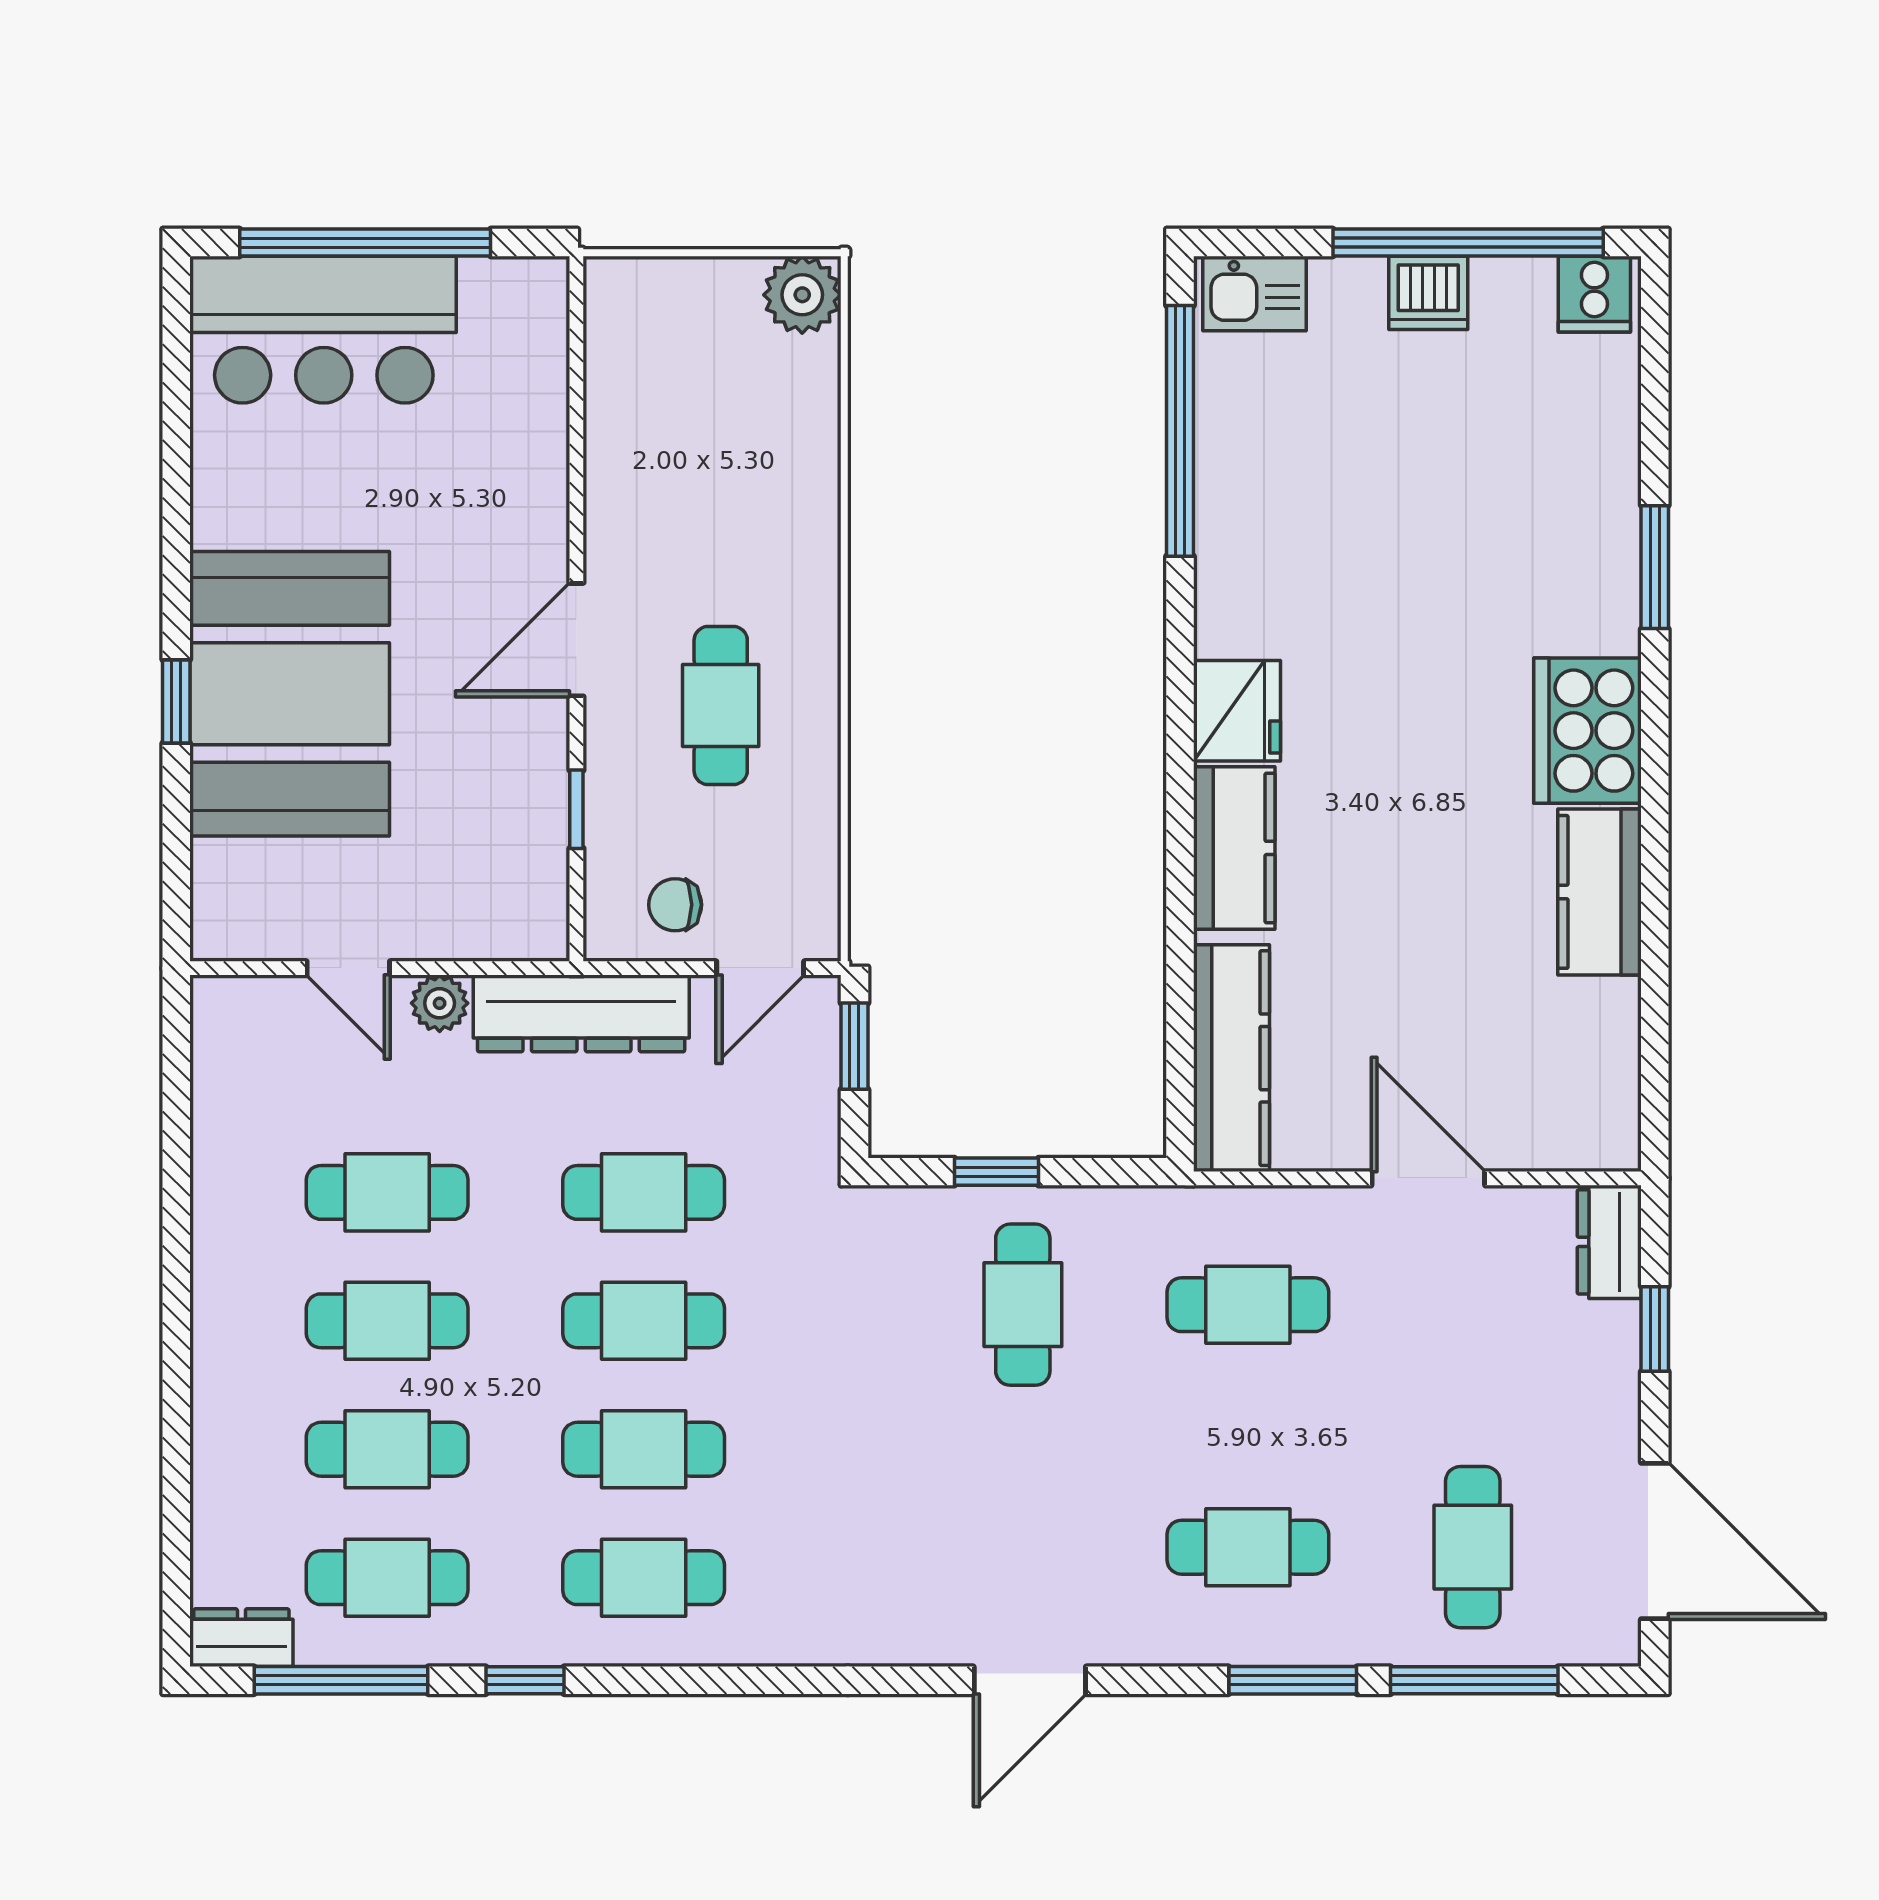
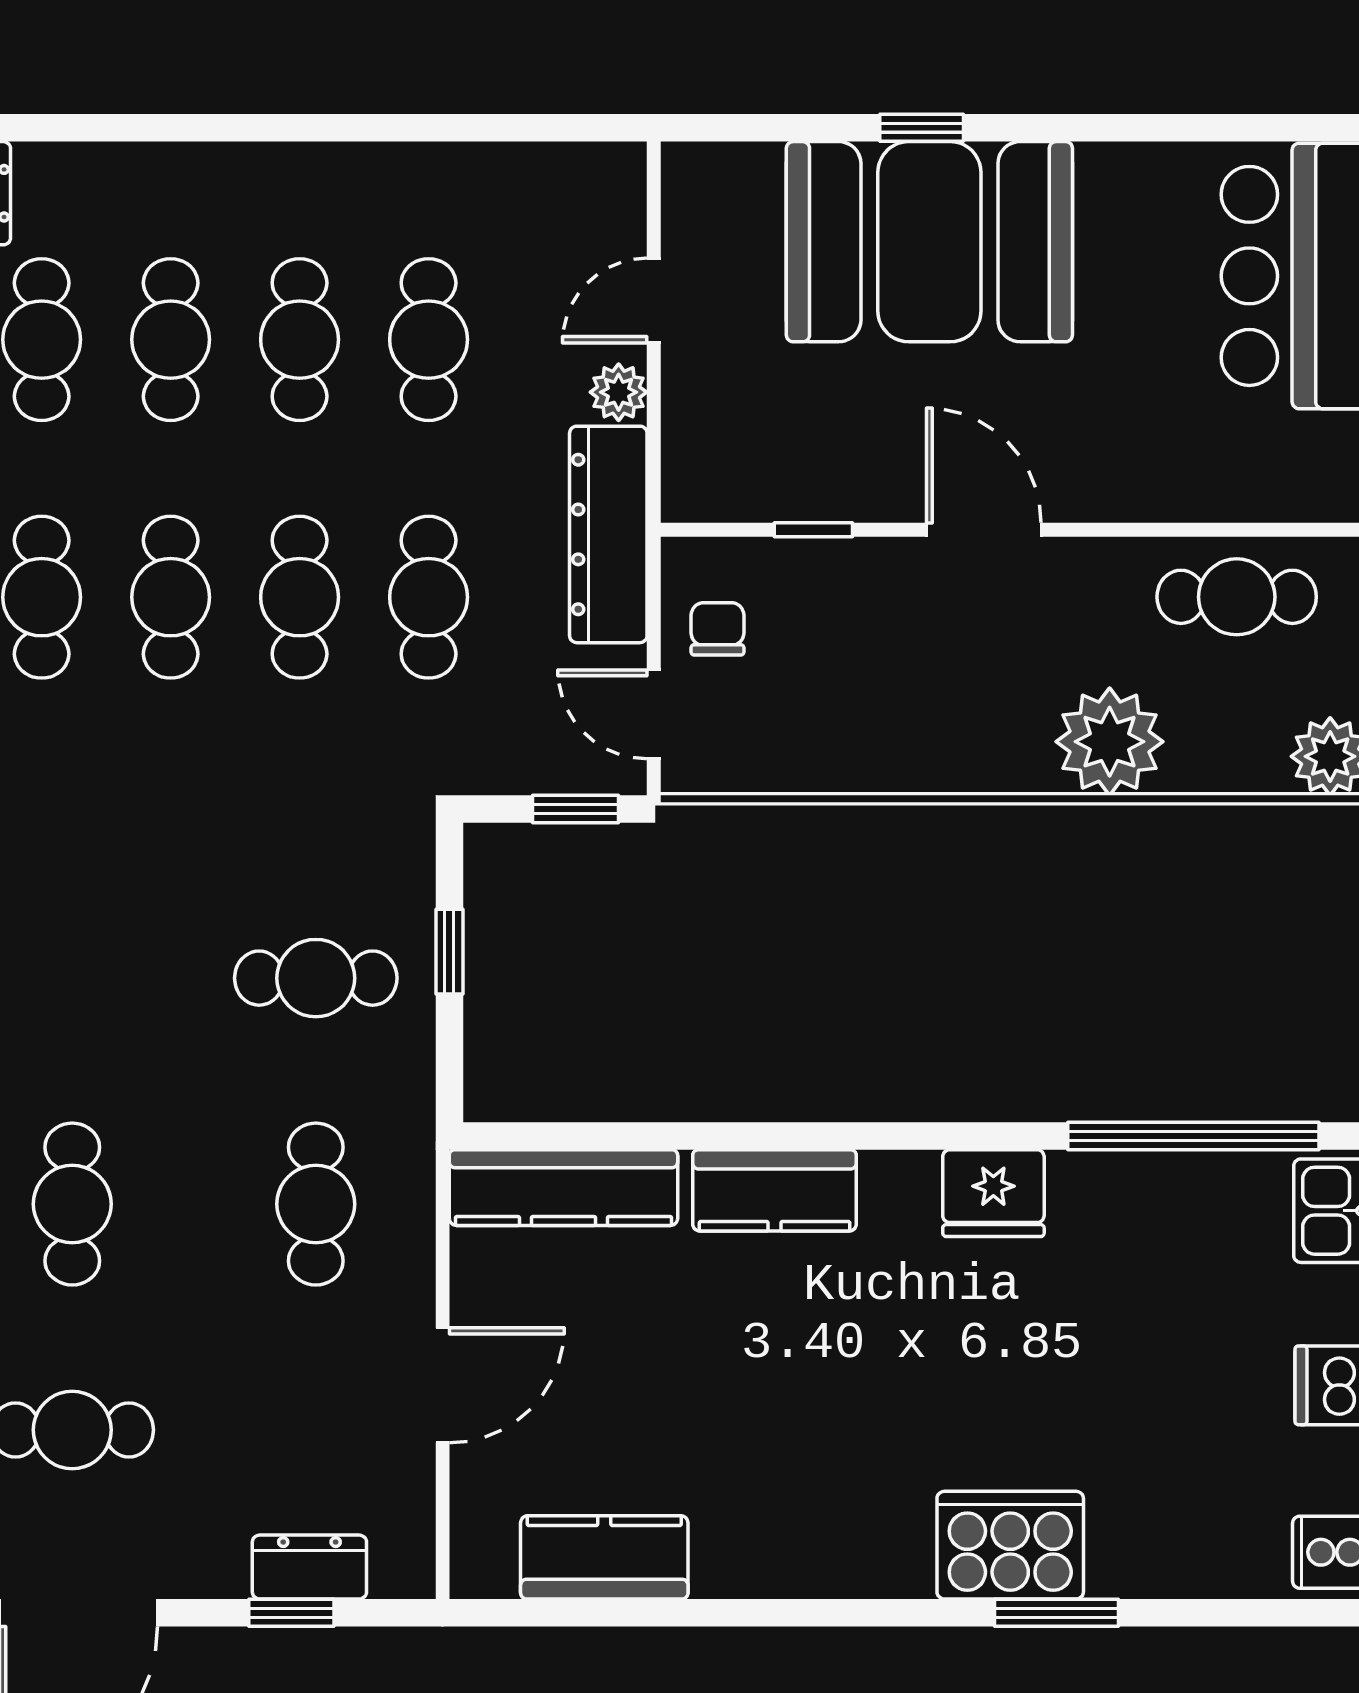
plant: (787, 514) -> (1110, 742), added
cafe table: (721, 706) -> (1237, 597), moved
fridge: (1237, 711) -> (993, 1193), moved
cooker: (1587, 731) -> (1010, 1545), moved
kitchen counter: (1600, 892) -> (604, 1557), moved
dresser: (1609, 1242) -> (309, 1567), moved

